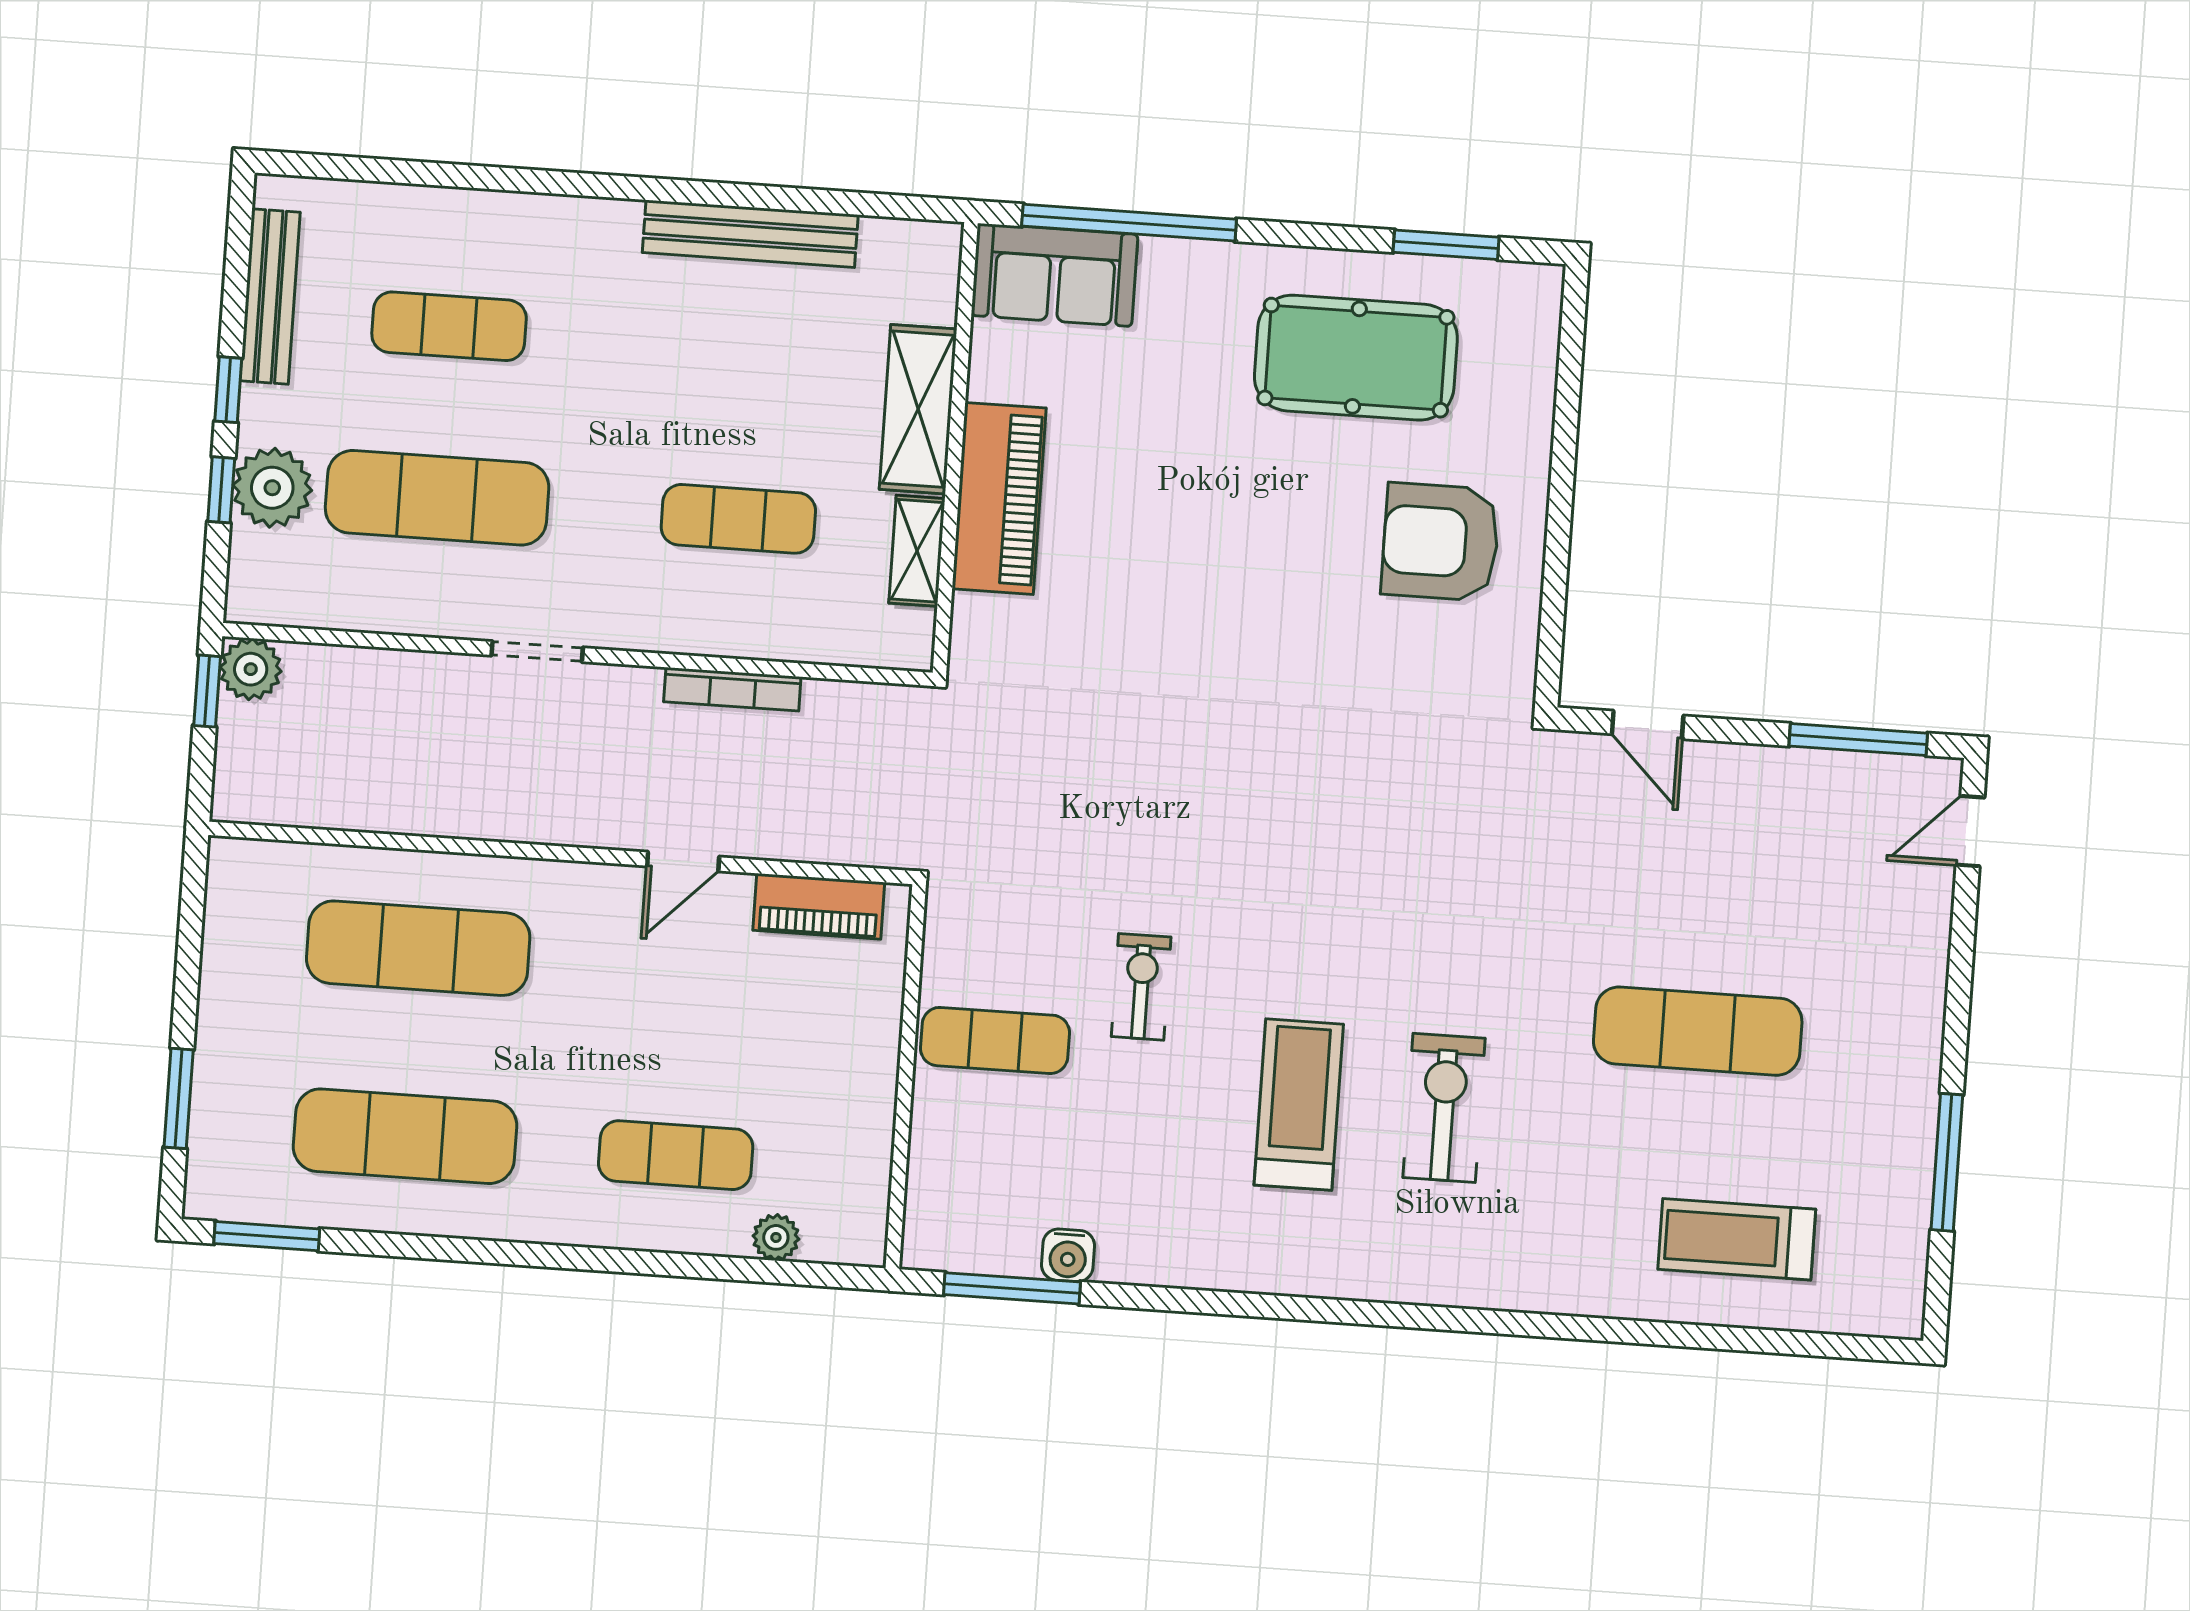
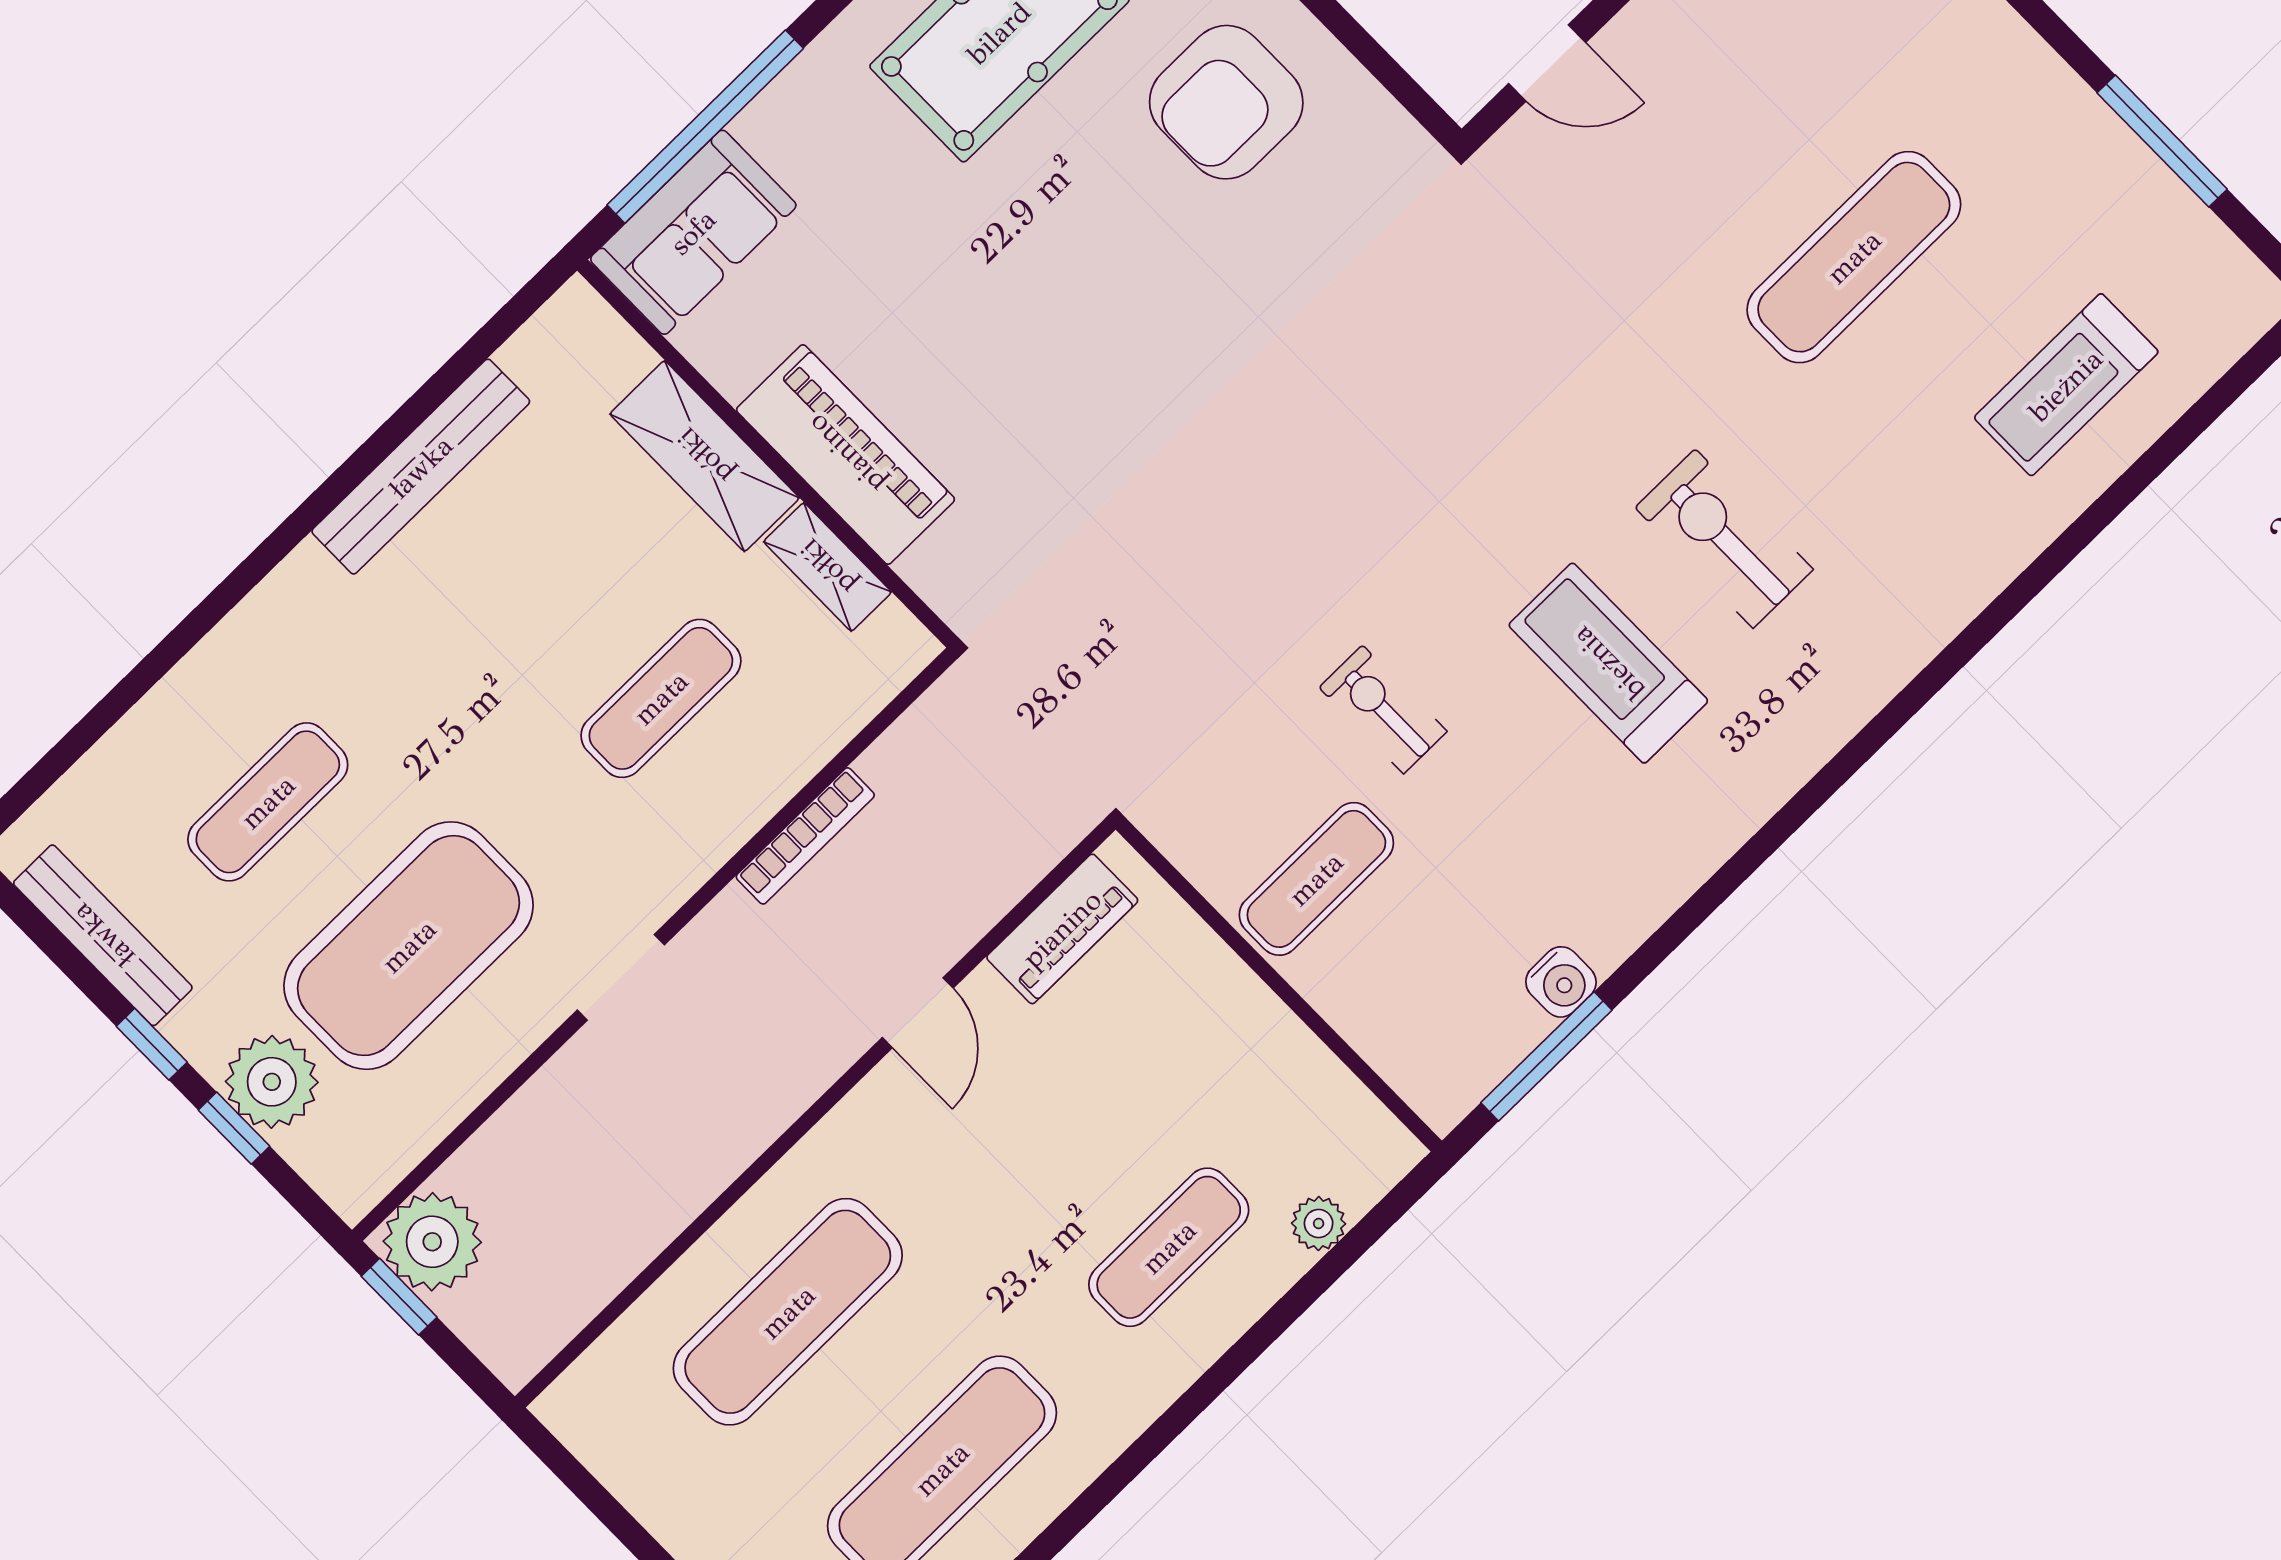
exercise mat: (437, 498) -> (409, 946), width x1.47
plant: (251, 669) -> (432, 1242), width x1.36, depth x1.36

